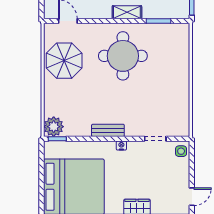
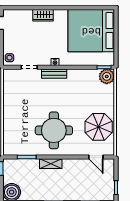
bench: (108, 130) -> (54, 74), moved

